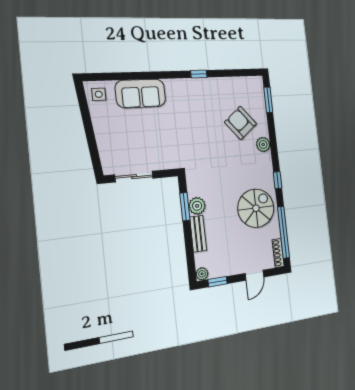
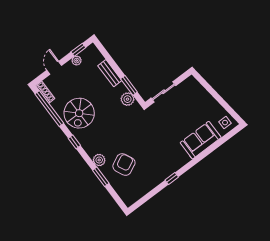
window: (268, 100) -> (101, 177), moved
armchair: (241, 123) -> (124, 164), turned -77
sliding door: (134, 177) -> (164, 92), moved
plant: (197, 206) -> (128, 99), moved
plant: (202, 274) -> (77, 61), moved

